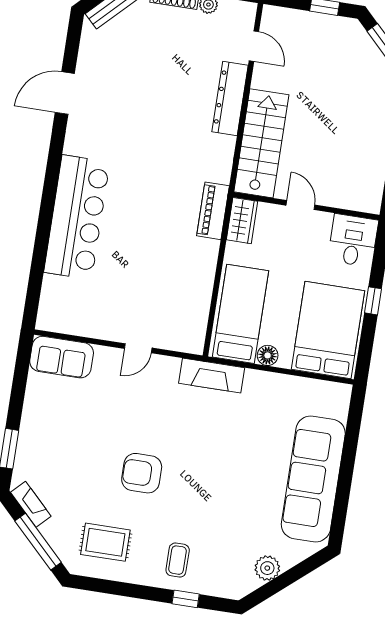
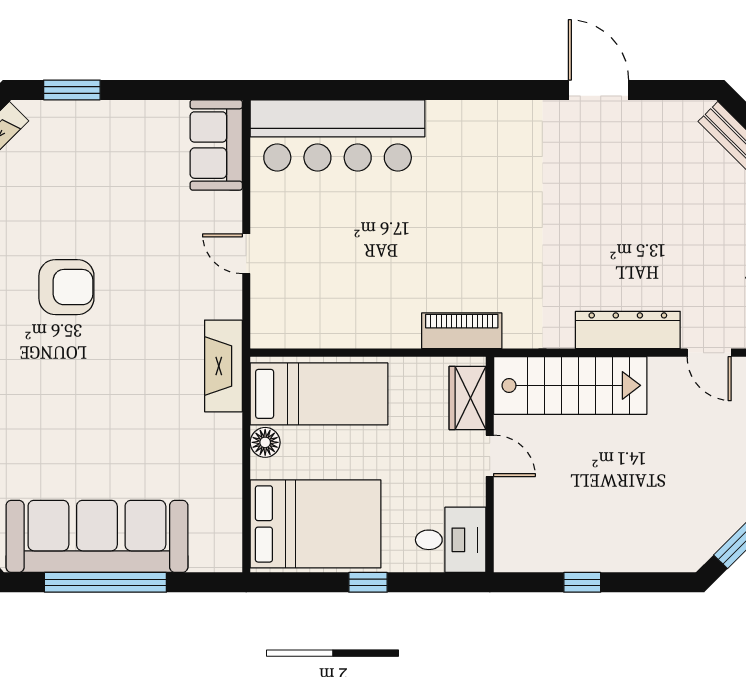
door: (254, 46) -> (709, 353), hinge flipped
door: (300, 205) -> (490, 456), hinge flipped
bar counter: (77, 217) -> (338, 135), moved
wardrobe: (242, 221) -> (468, 398), moved, turned 90
armchair: (142, 473) -> (66, 287), turned 90
window: (345, 478) -> (105, 582), added

